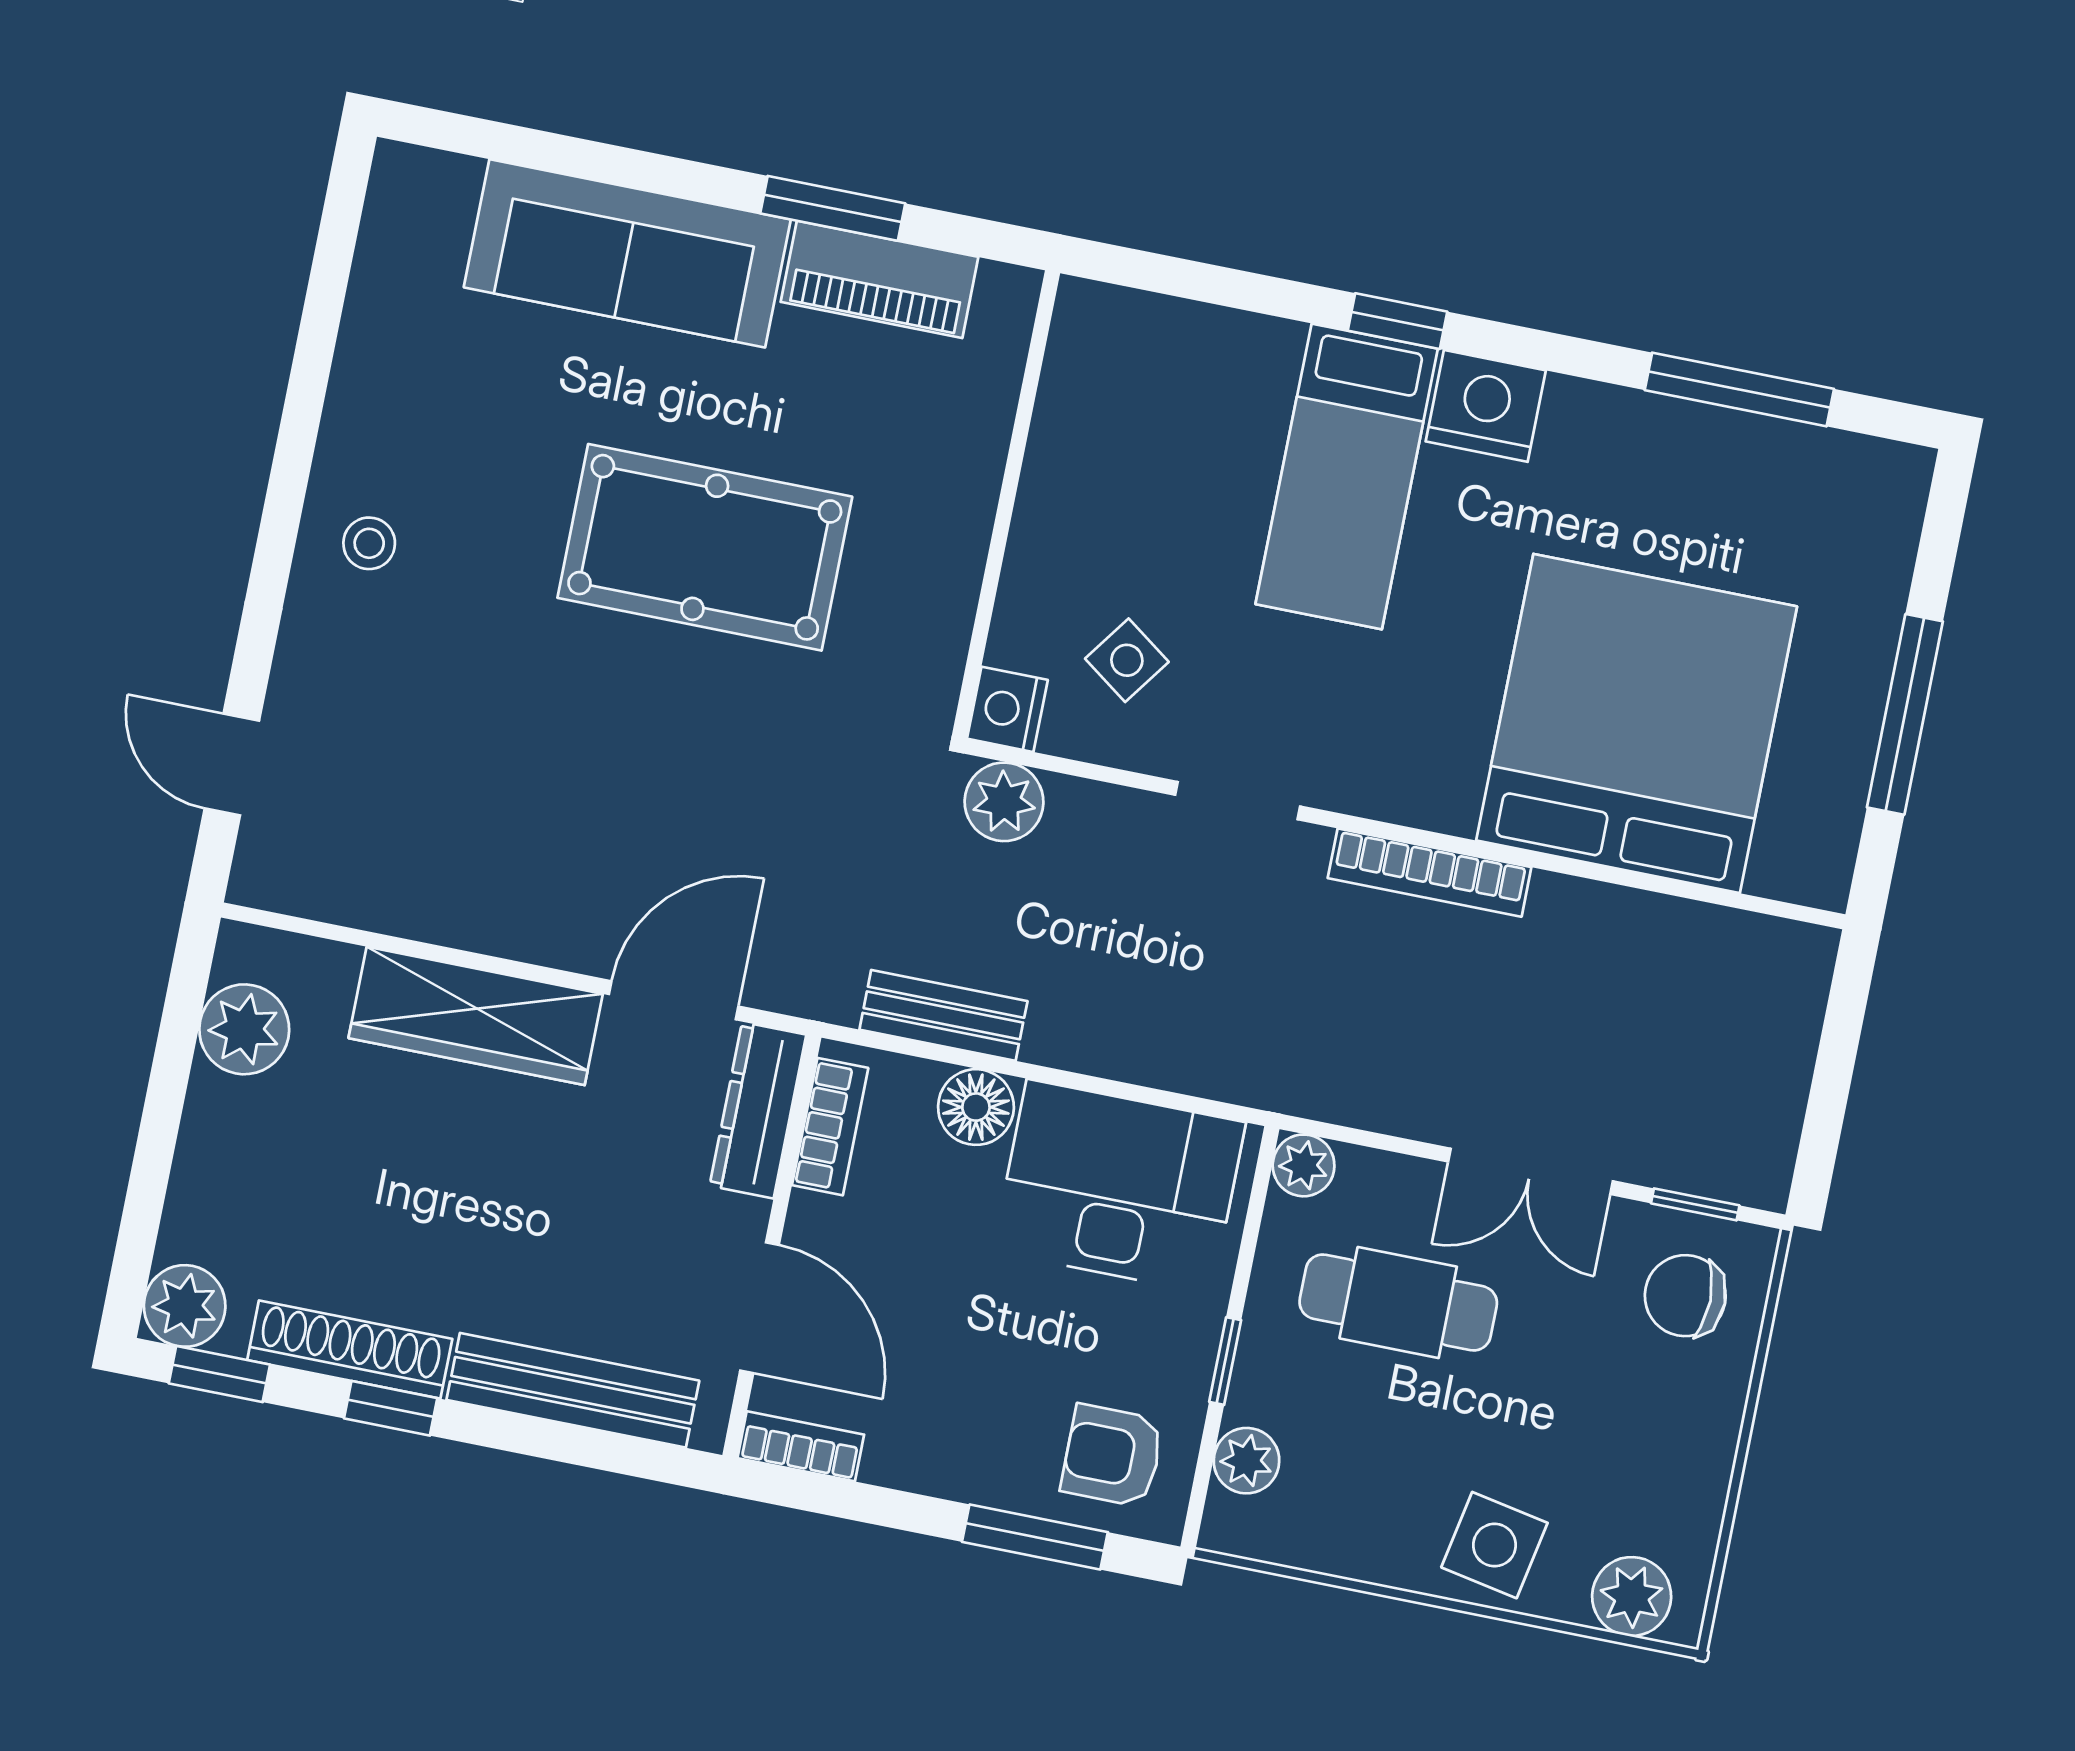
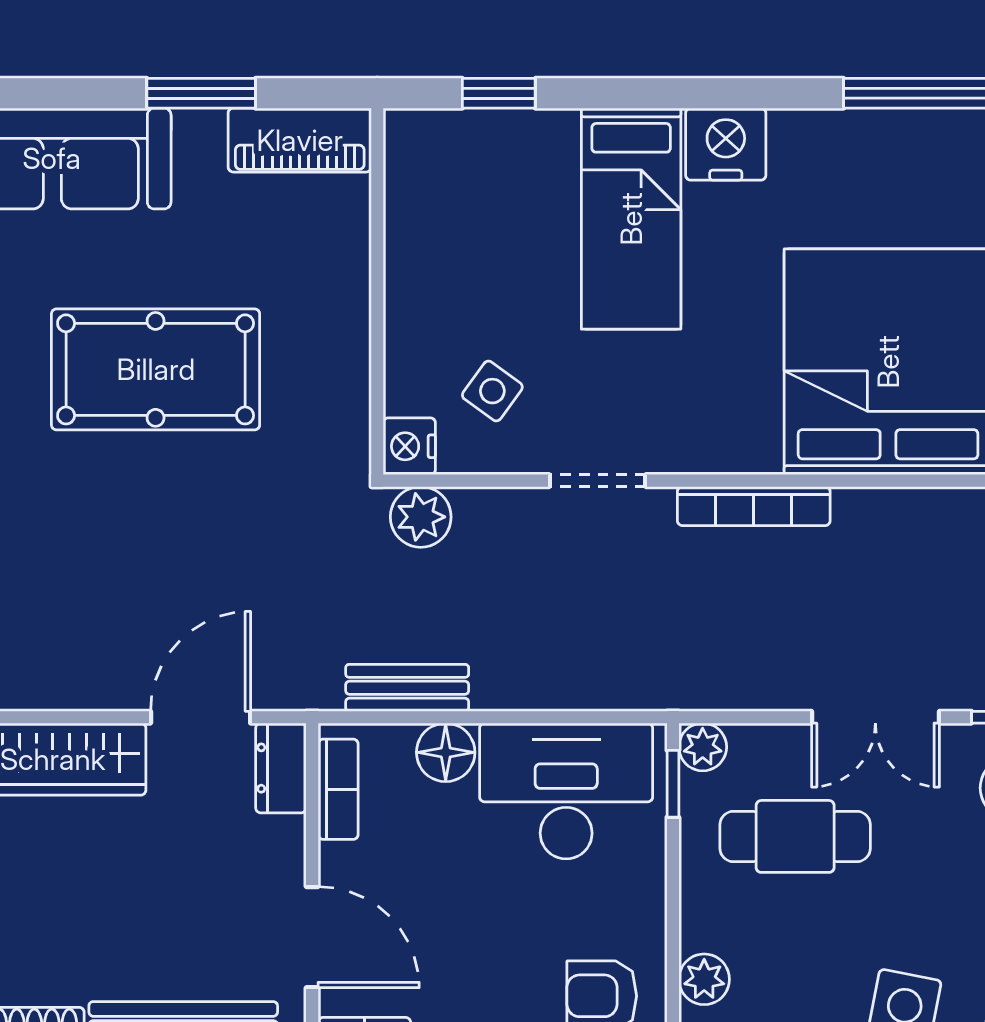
piano: (880, 279) -> (300, 140), moved
window: (1397, 321) -> (499, 93), moved
dresser: (758, 1110) -> (281, 768), width x0.70
window: (1225, 1361) -> (673, 784), moved

